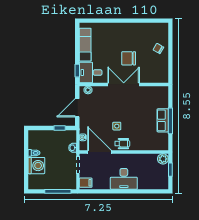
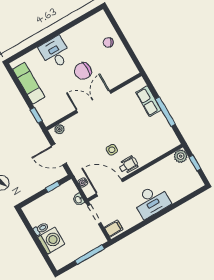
desk: (91, 73) -> (55, 53), moved, turned 90
door: (77, 108) -> (59, 154), hinge flipped
row of seats: (163, 120) -> (148, 101), moved

